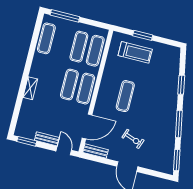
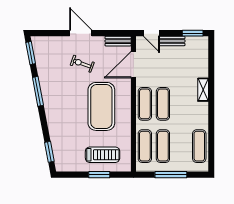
window: (65, 16) -> (171, 175), moved
treadmill: (135, 52) -> (103, 155), turned 180
window: (181, 85) -> (49, 152), moved
exercise mat: (125, 96) -> (101, 106), width x2.00, depth x1.45

